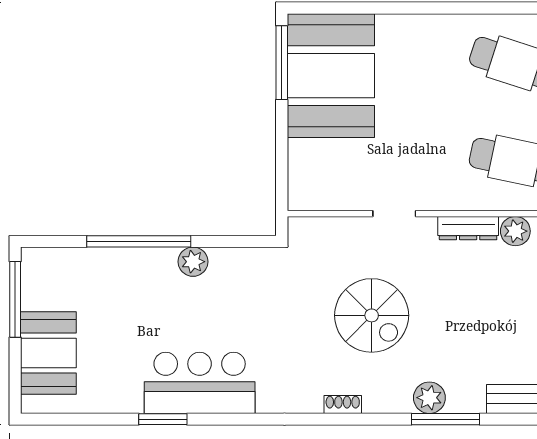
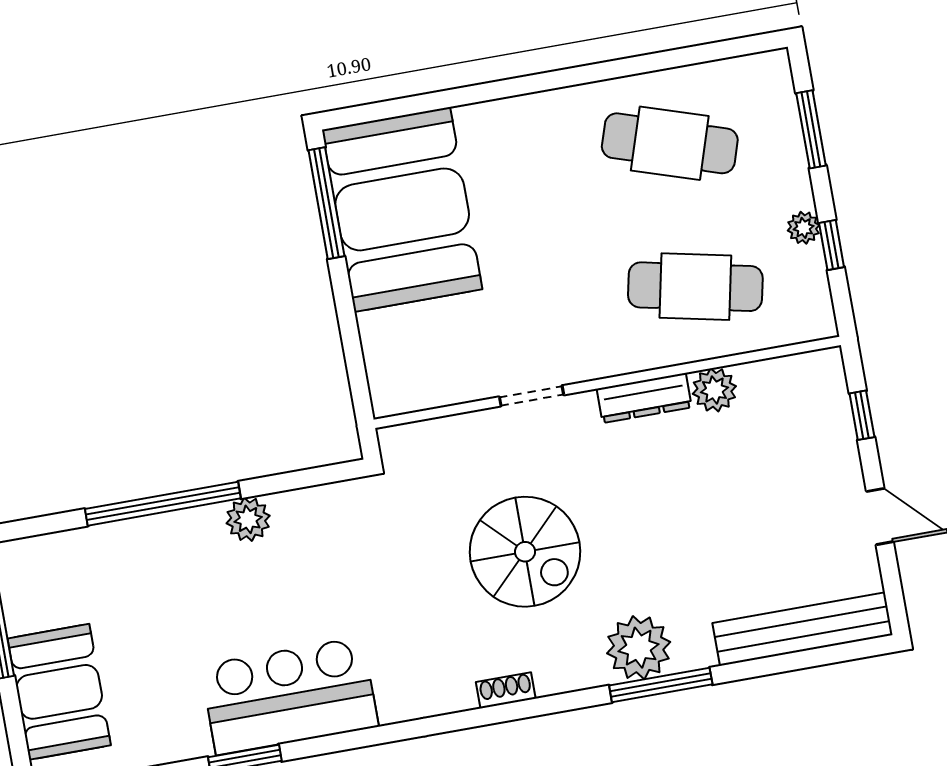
plant: (429, 398) -> (639, 648), width x1.36, depth x1.36

